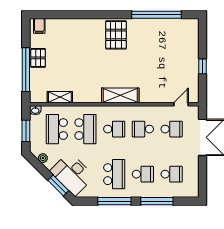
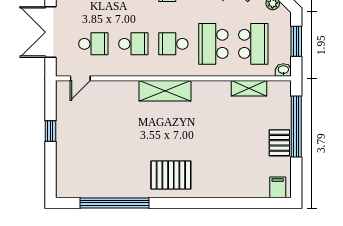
pallet: (116, 35) -> (171, 175), turned 90
school desk: (172, 129) -> (93, 44), turned 180

